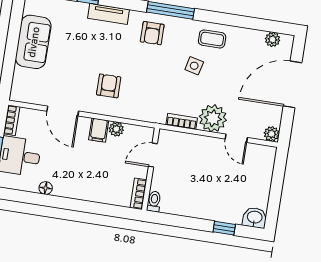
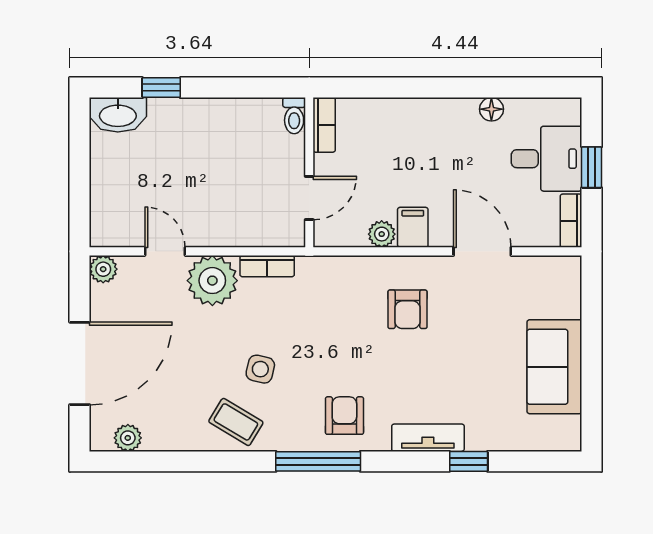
coffee table: (212, 39) -> (236, 422), turned 31
washbasin: (255, 218) -> (118, 115), width x1.38

